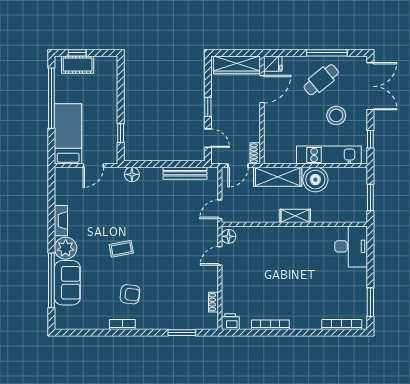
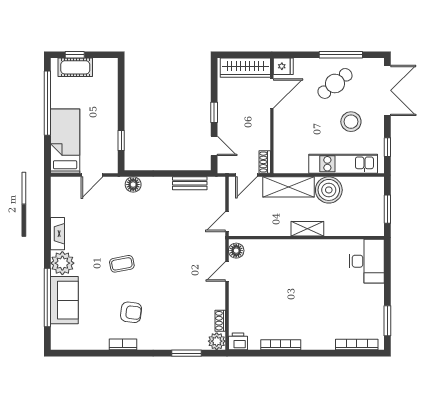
bench: (185, 173) -> (190, 183), width x0.73
plant: (210, 321) -> (217, 341), added

